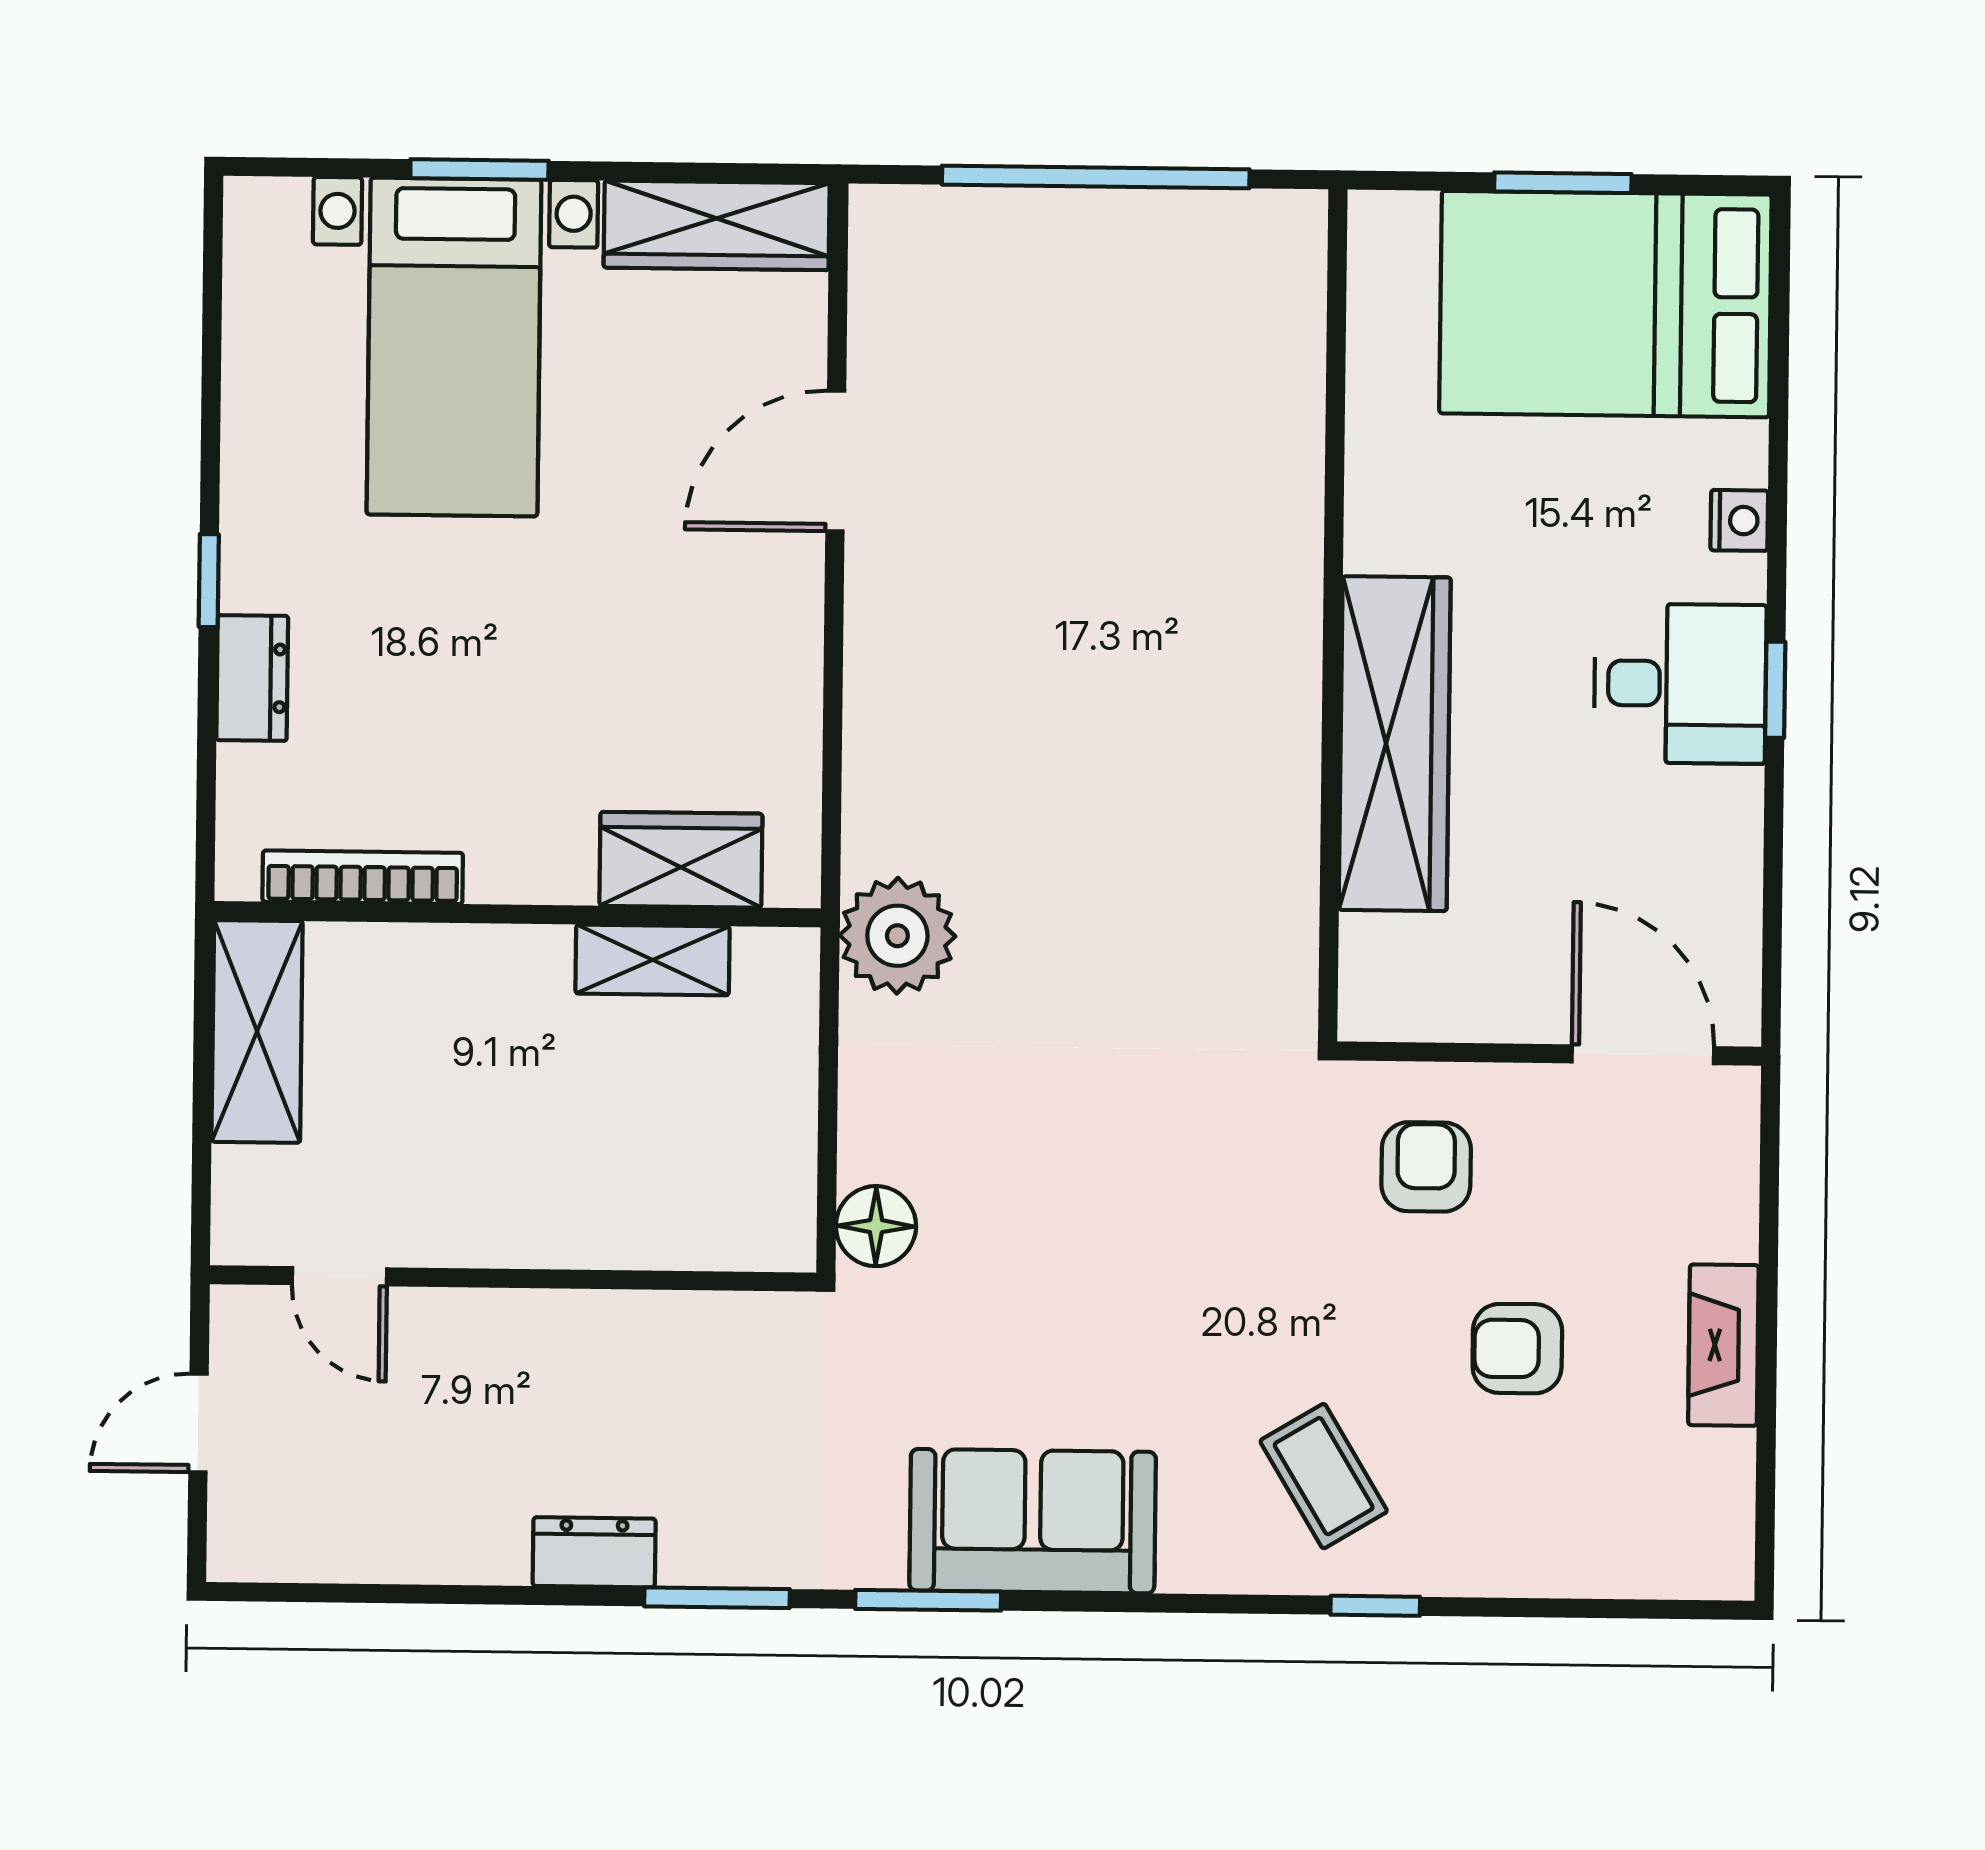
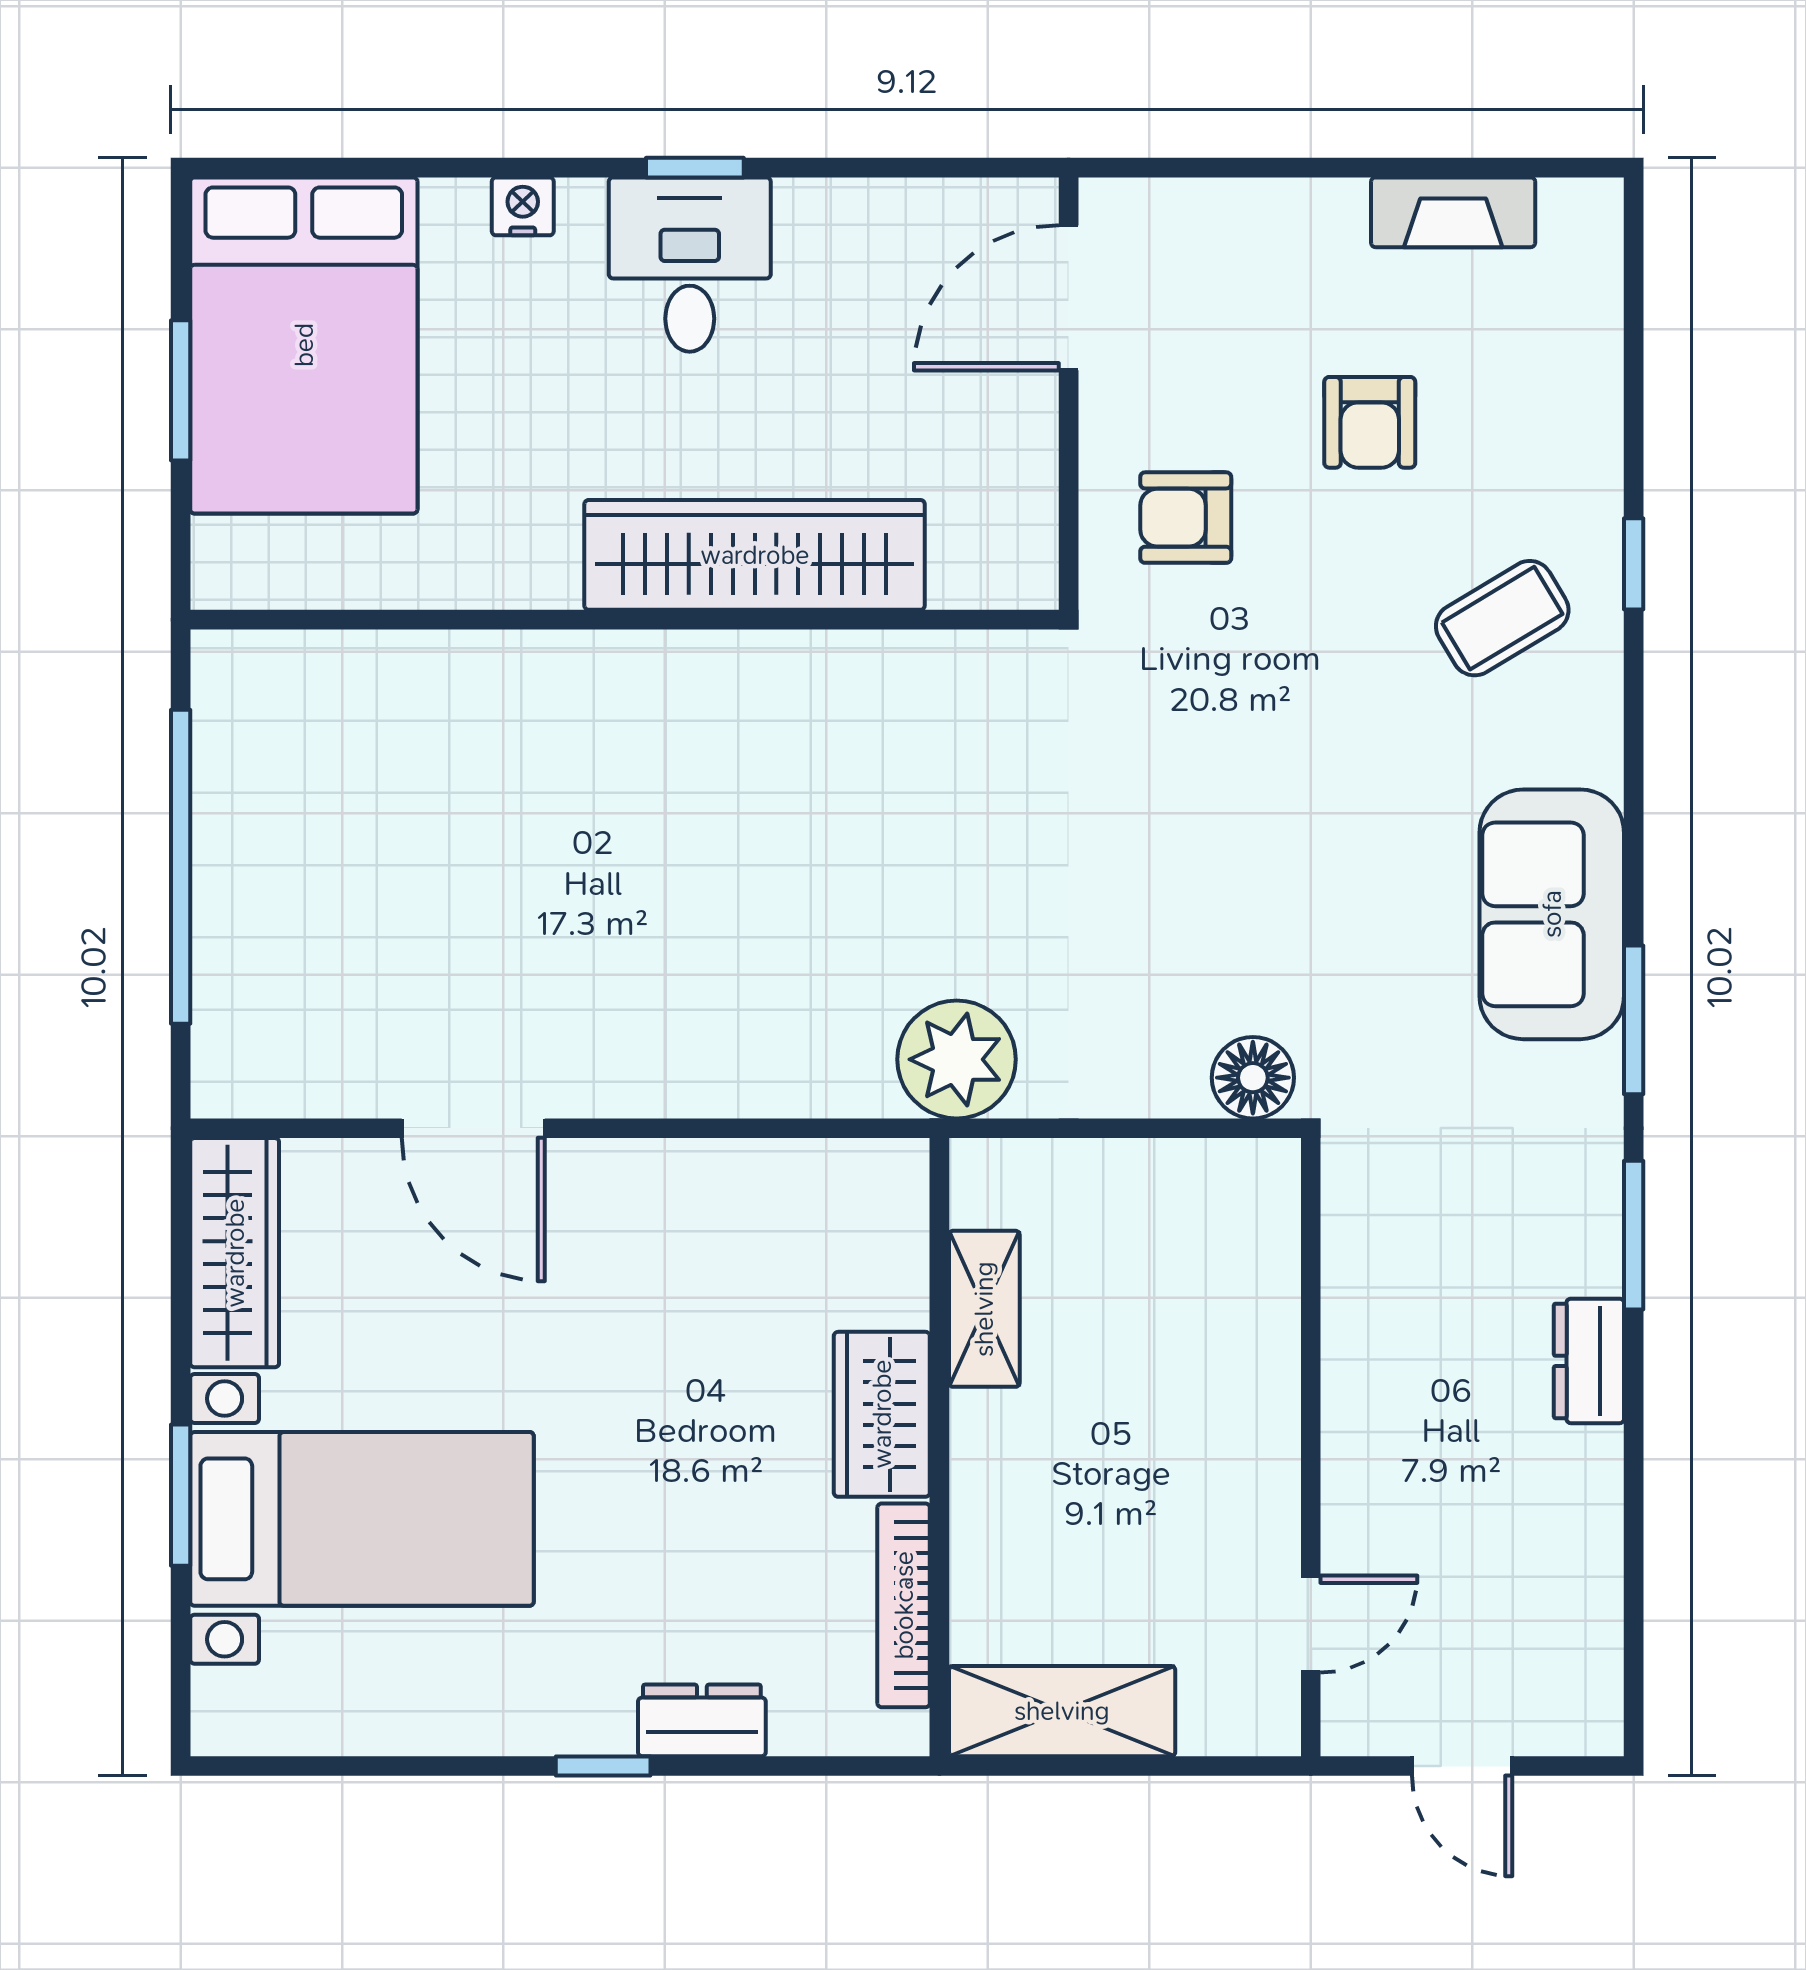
wardrobe: (681, 860) -> (882, 1414), moved
fireplace: (1723, 1345) -> (1453, 212), moved

